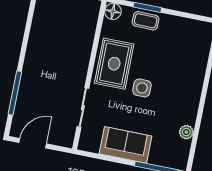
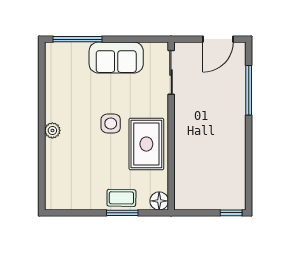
sliding door: (83, 108) -> (171, 72), moved
plant: (186, 132) -> (52, 130), moved

